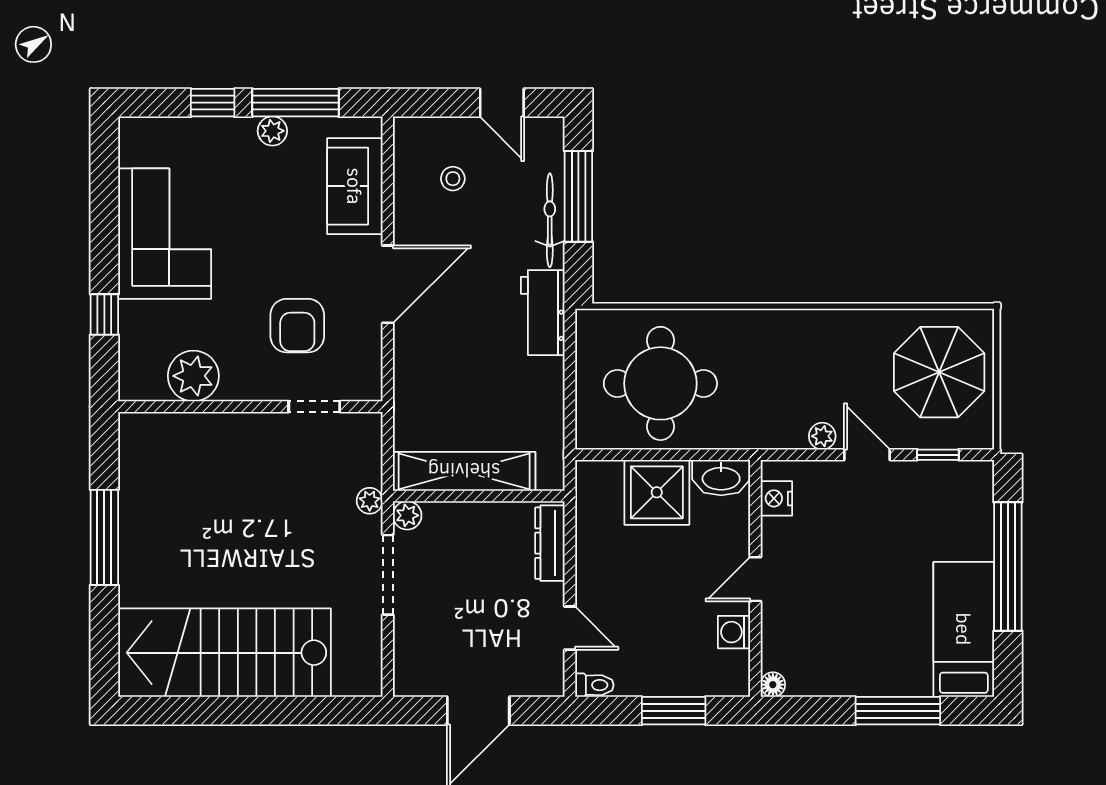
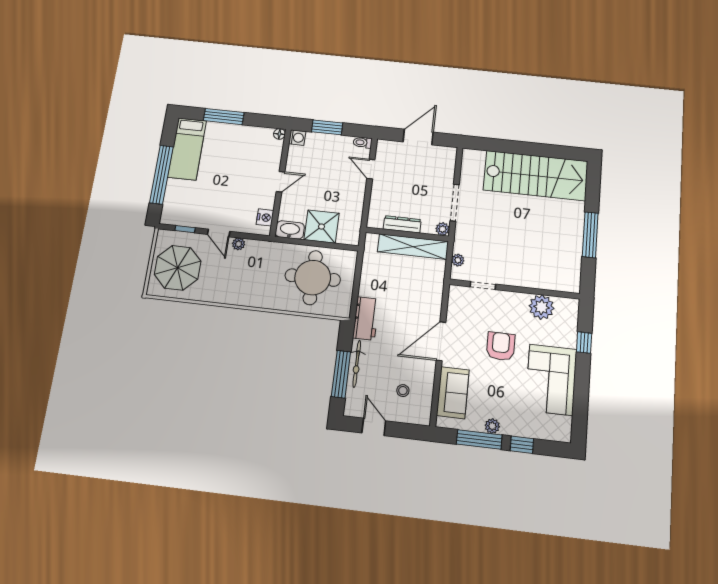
armchair: (297, 326) -> (501, 346), moved
plant: (370, 501) -> (458, 260), moved
dresser: (550, 543) -> (402, 224), moved, turned -90
washing machine: (734, 632) -> (297, 138), moved

